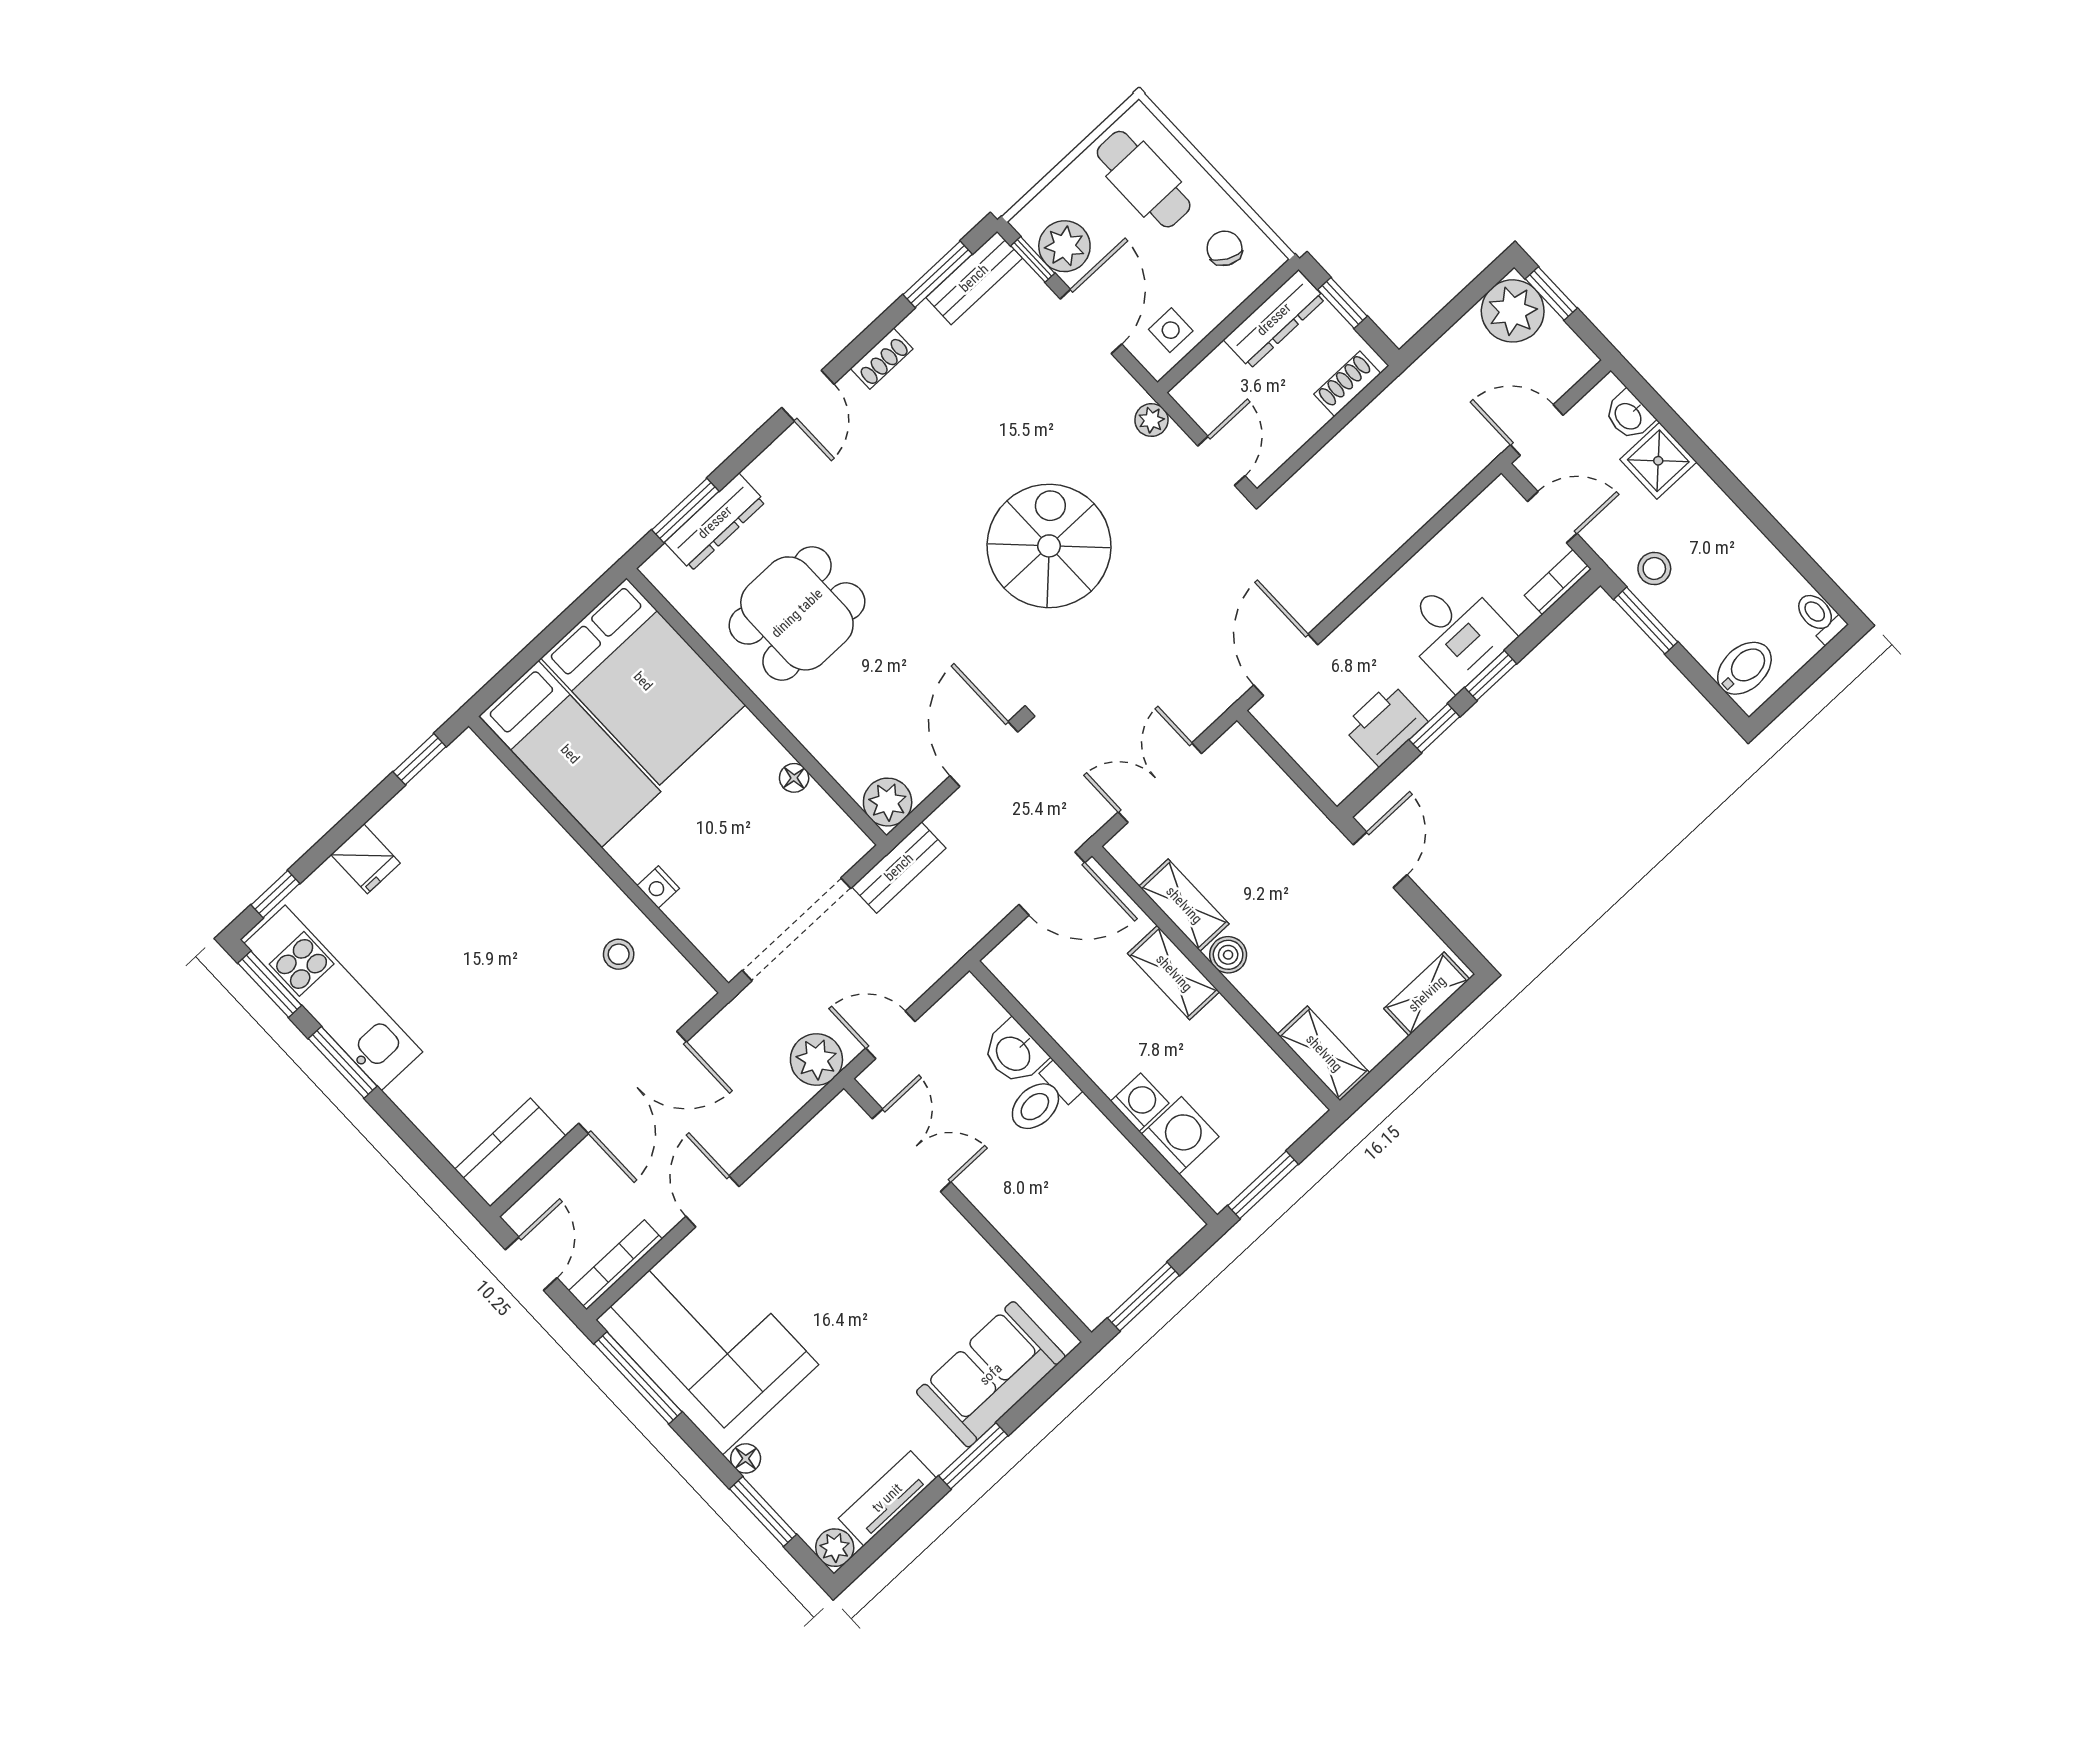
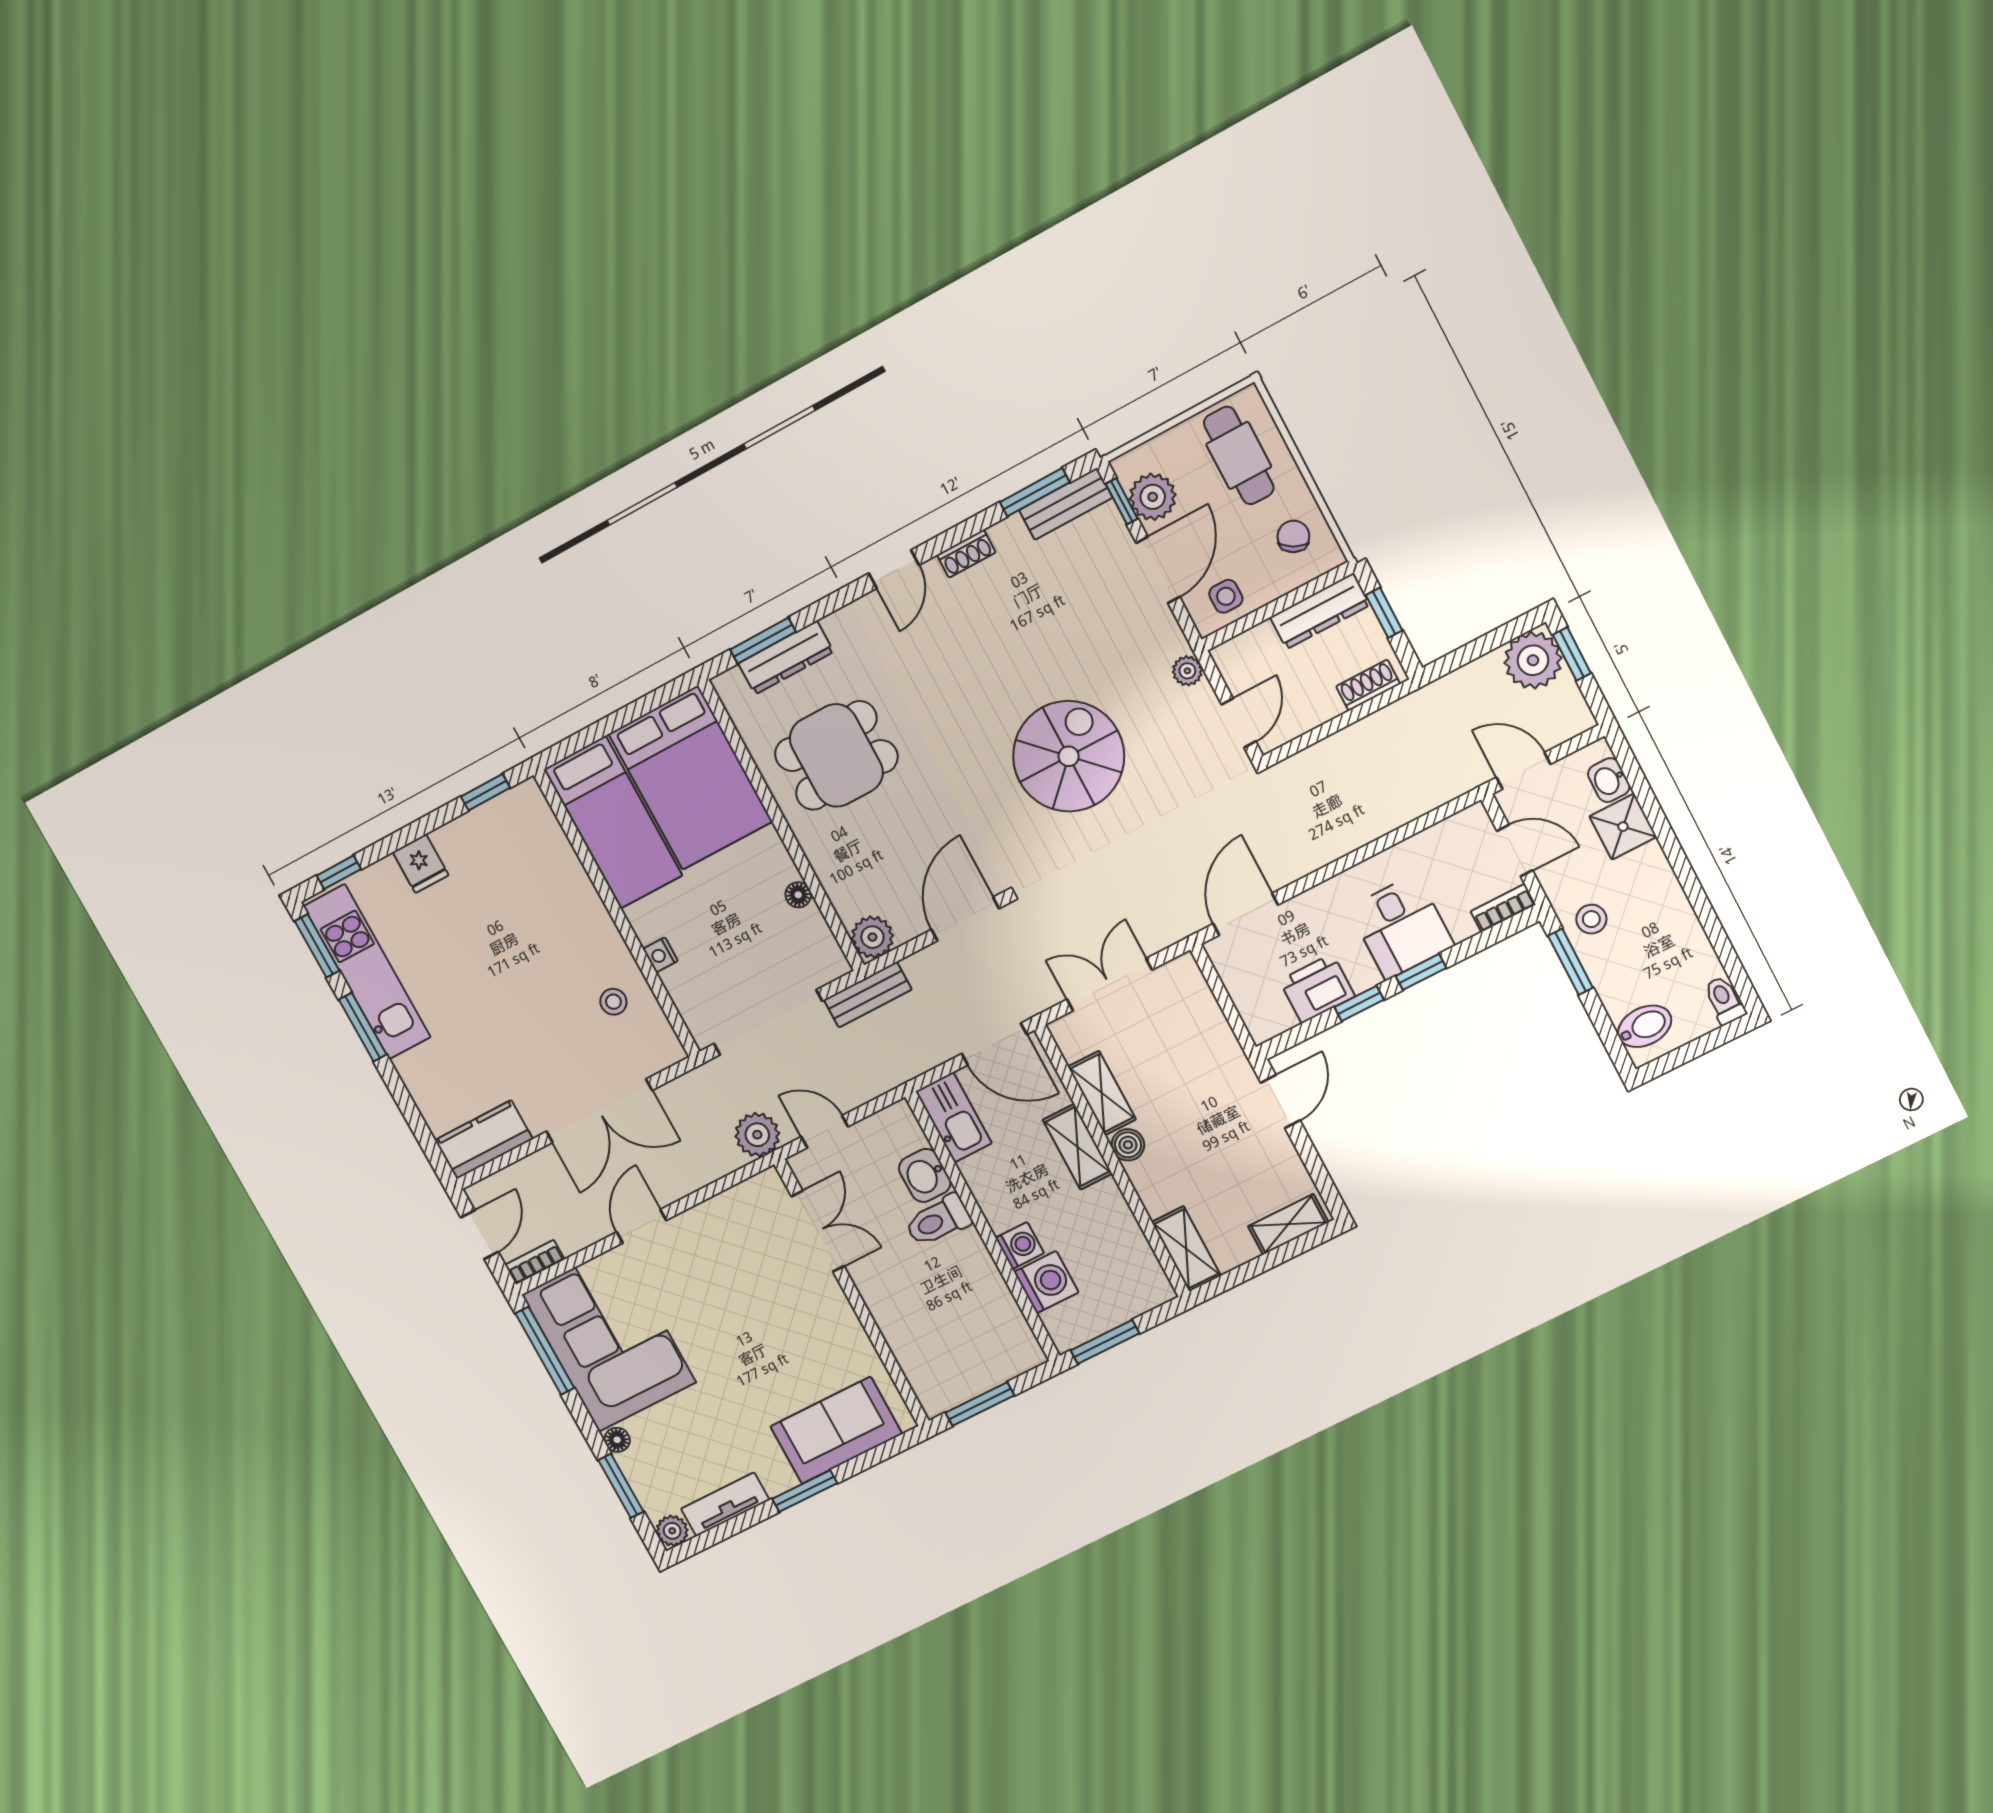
kitchen sink: (1029, 978) -> (954, 1117), added
bookcase: (615, 1265) -> (535, 1262), width x0.64

